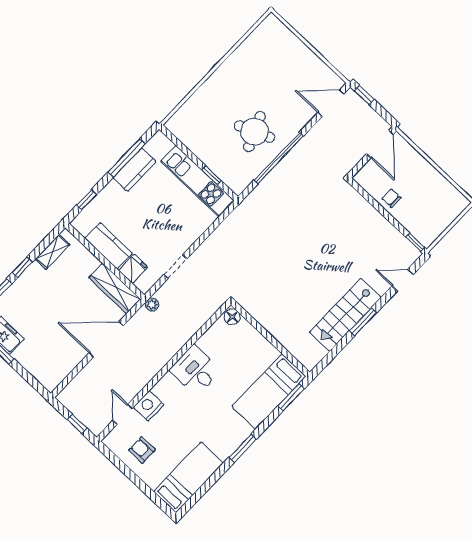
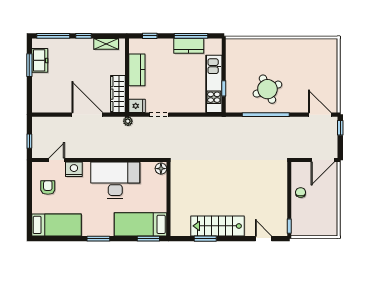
fridge: (133, 269) -> (137, 106), moved
window: (363, 322) -> (205, 239), moved
desk: (195, 370) -> (115, 180), width x1.87, depth x1.30

